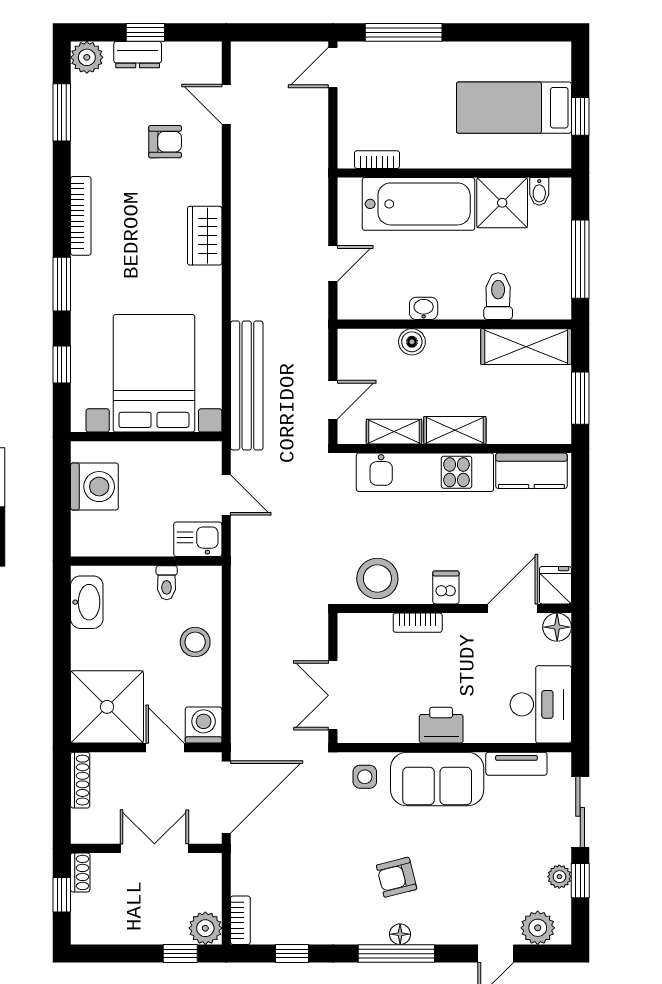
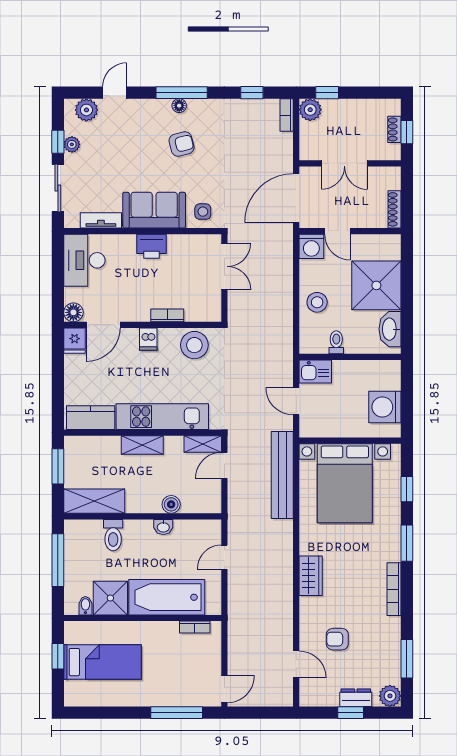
shelving: (394, 432) -> (203, 444), moved
shower: (107, 707) -> (376, 285), moved
shoe rack: (80, 872) -> (394, 129), moved

